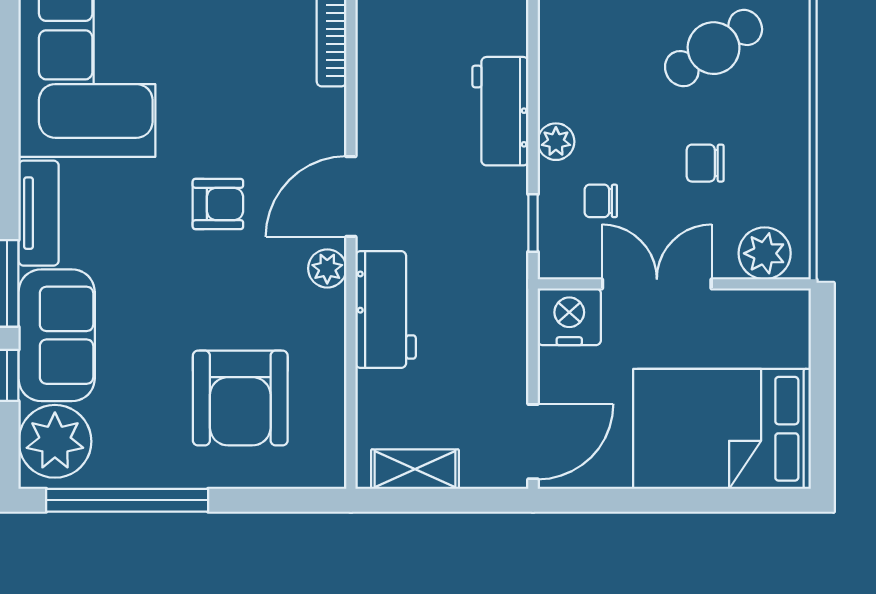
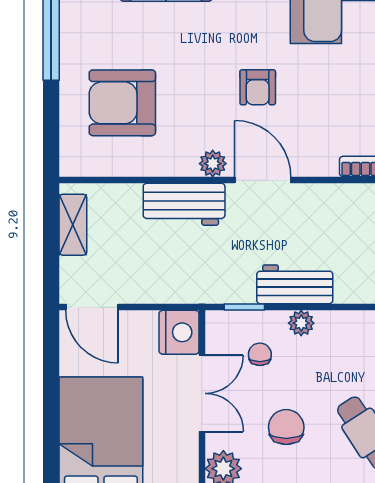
workbench: (500, 111) -> (295, 284), moved
chair: (705, 163) -> (286, 427), width x1.37, depth x1.37

